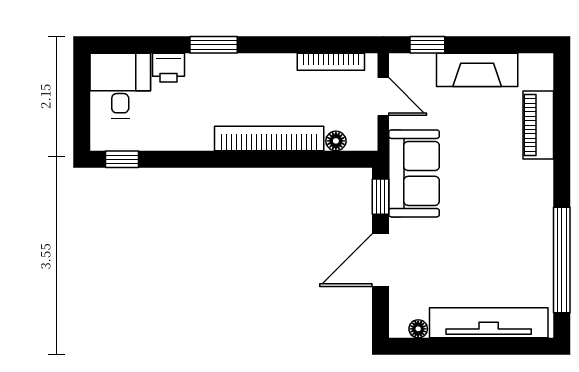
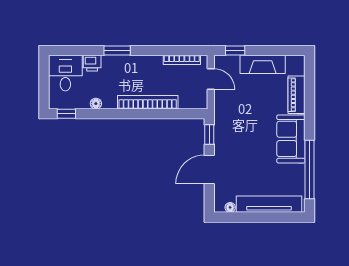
floor lamp: (336, 141) -> (96, 104), moved
sofa: (414, 173) -> (291, 139), moved, turned 180

